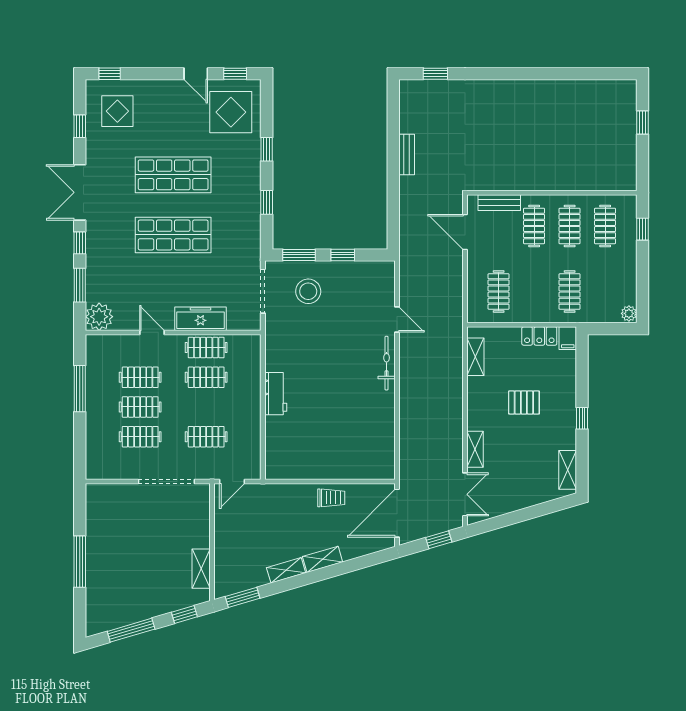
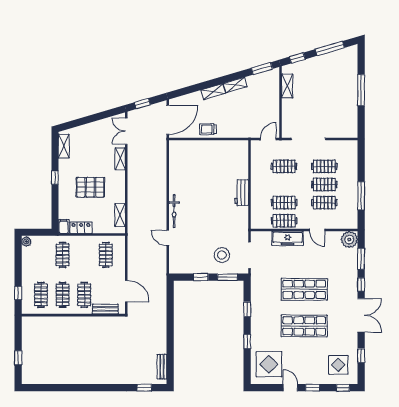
window: (235, 74) -> (313, 388), moved
bench: (407, 155) -> (162, 367), moved
pallet: (524, 402) -> (90, 187), width x1.50, depth x1.42

